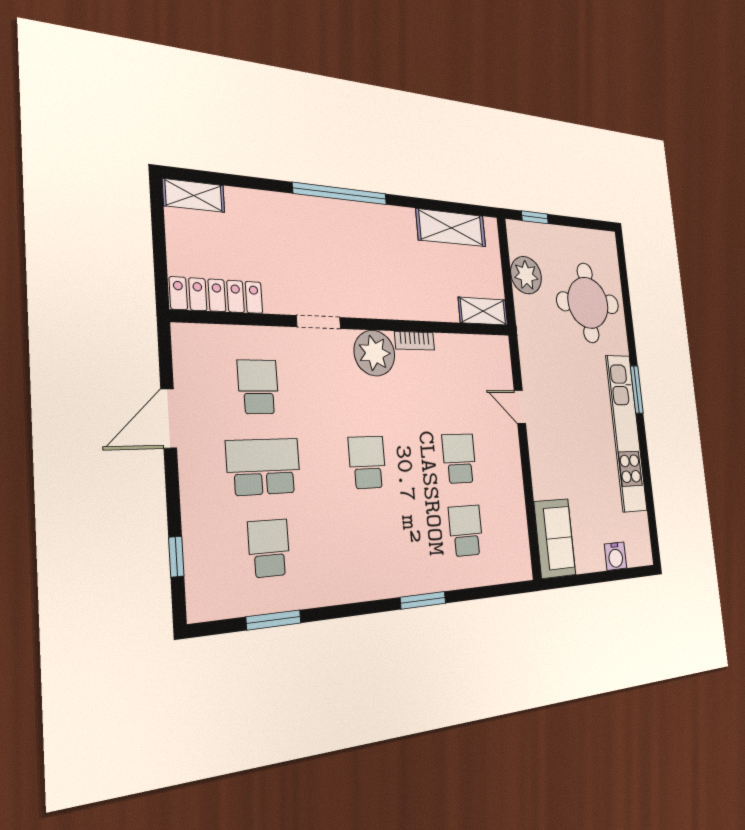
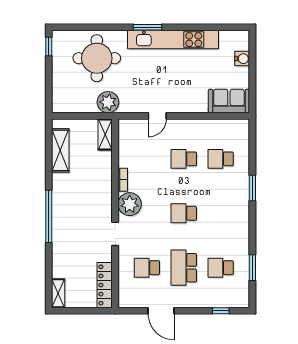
window: (535, 217) -> (49, 47), moved
plant: (526, 275) -> (108, 102), moved

